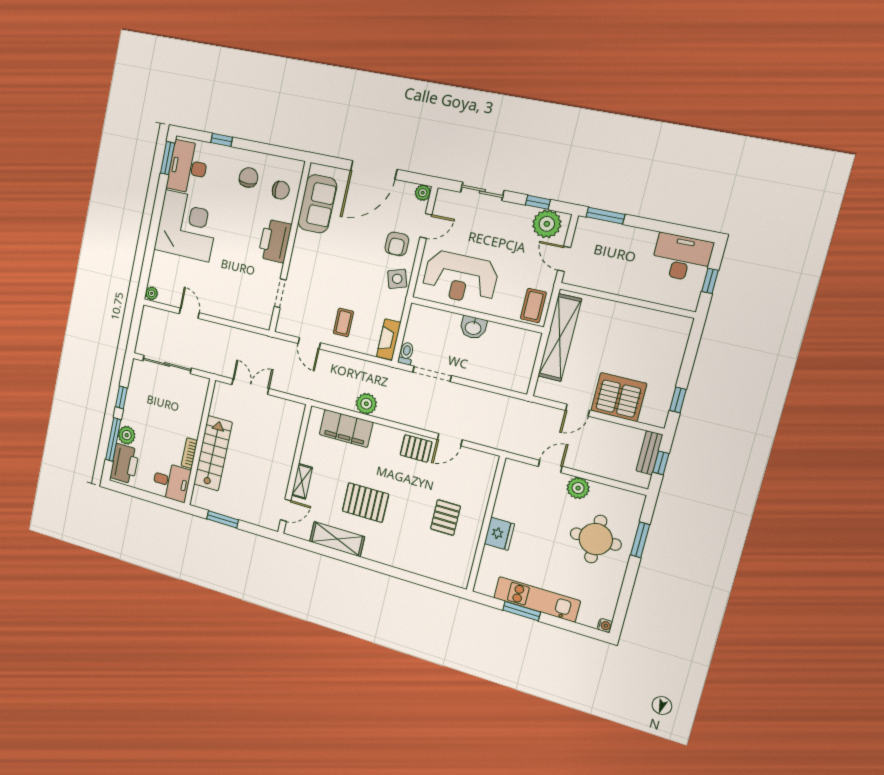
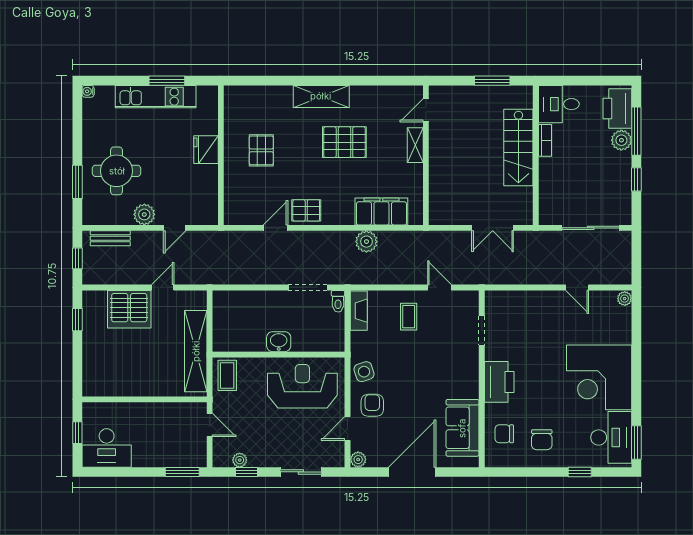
plant: (547, 224) -> (240, 460), width x0.53, depth x0.53
bench: (649, 453) -> (110, 238), moved, turned 90
shelving: (337, 539) -> (321, 96), moved

